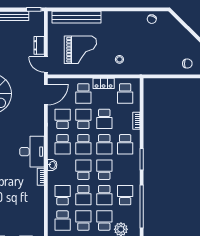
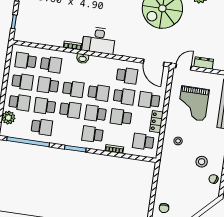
stool: (136, 33) -> (202, 162), added
school desk: (63, 144) -> (102, 72), removed
school desk: (83, 144) -> (99, 93), turned 180

